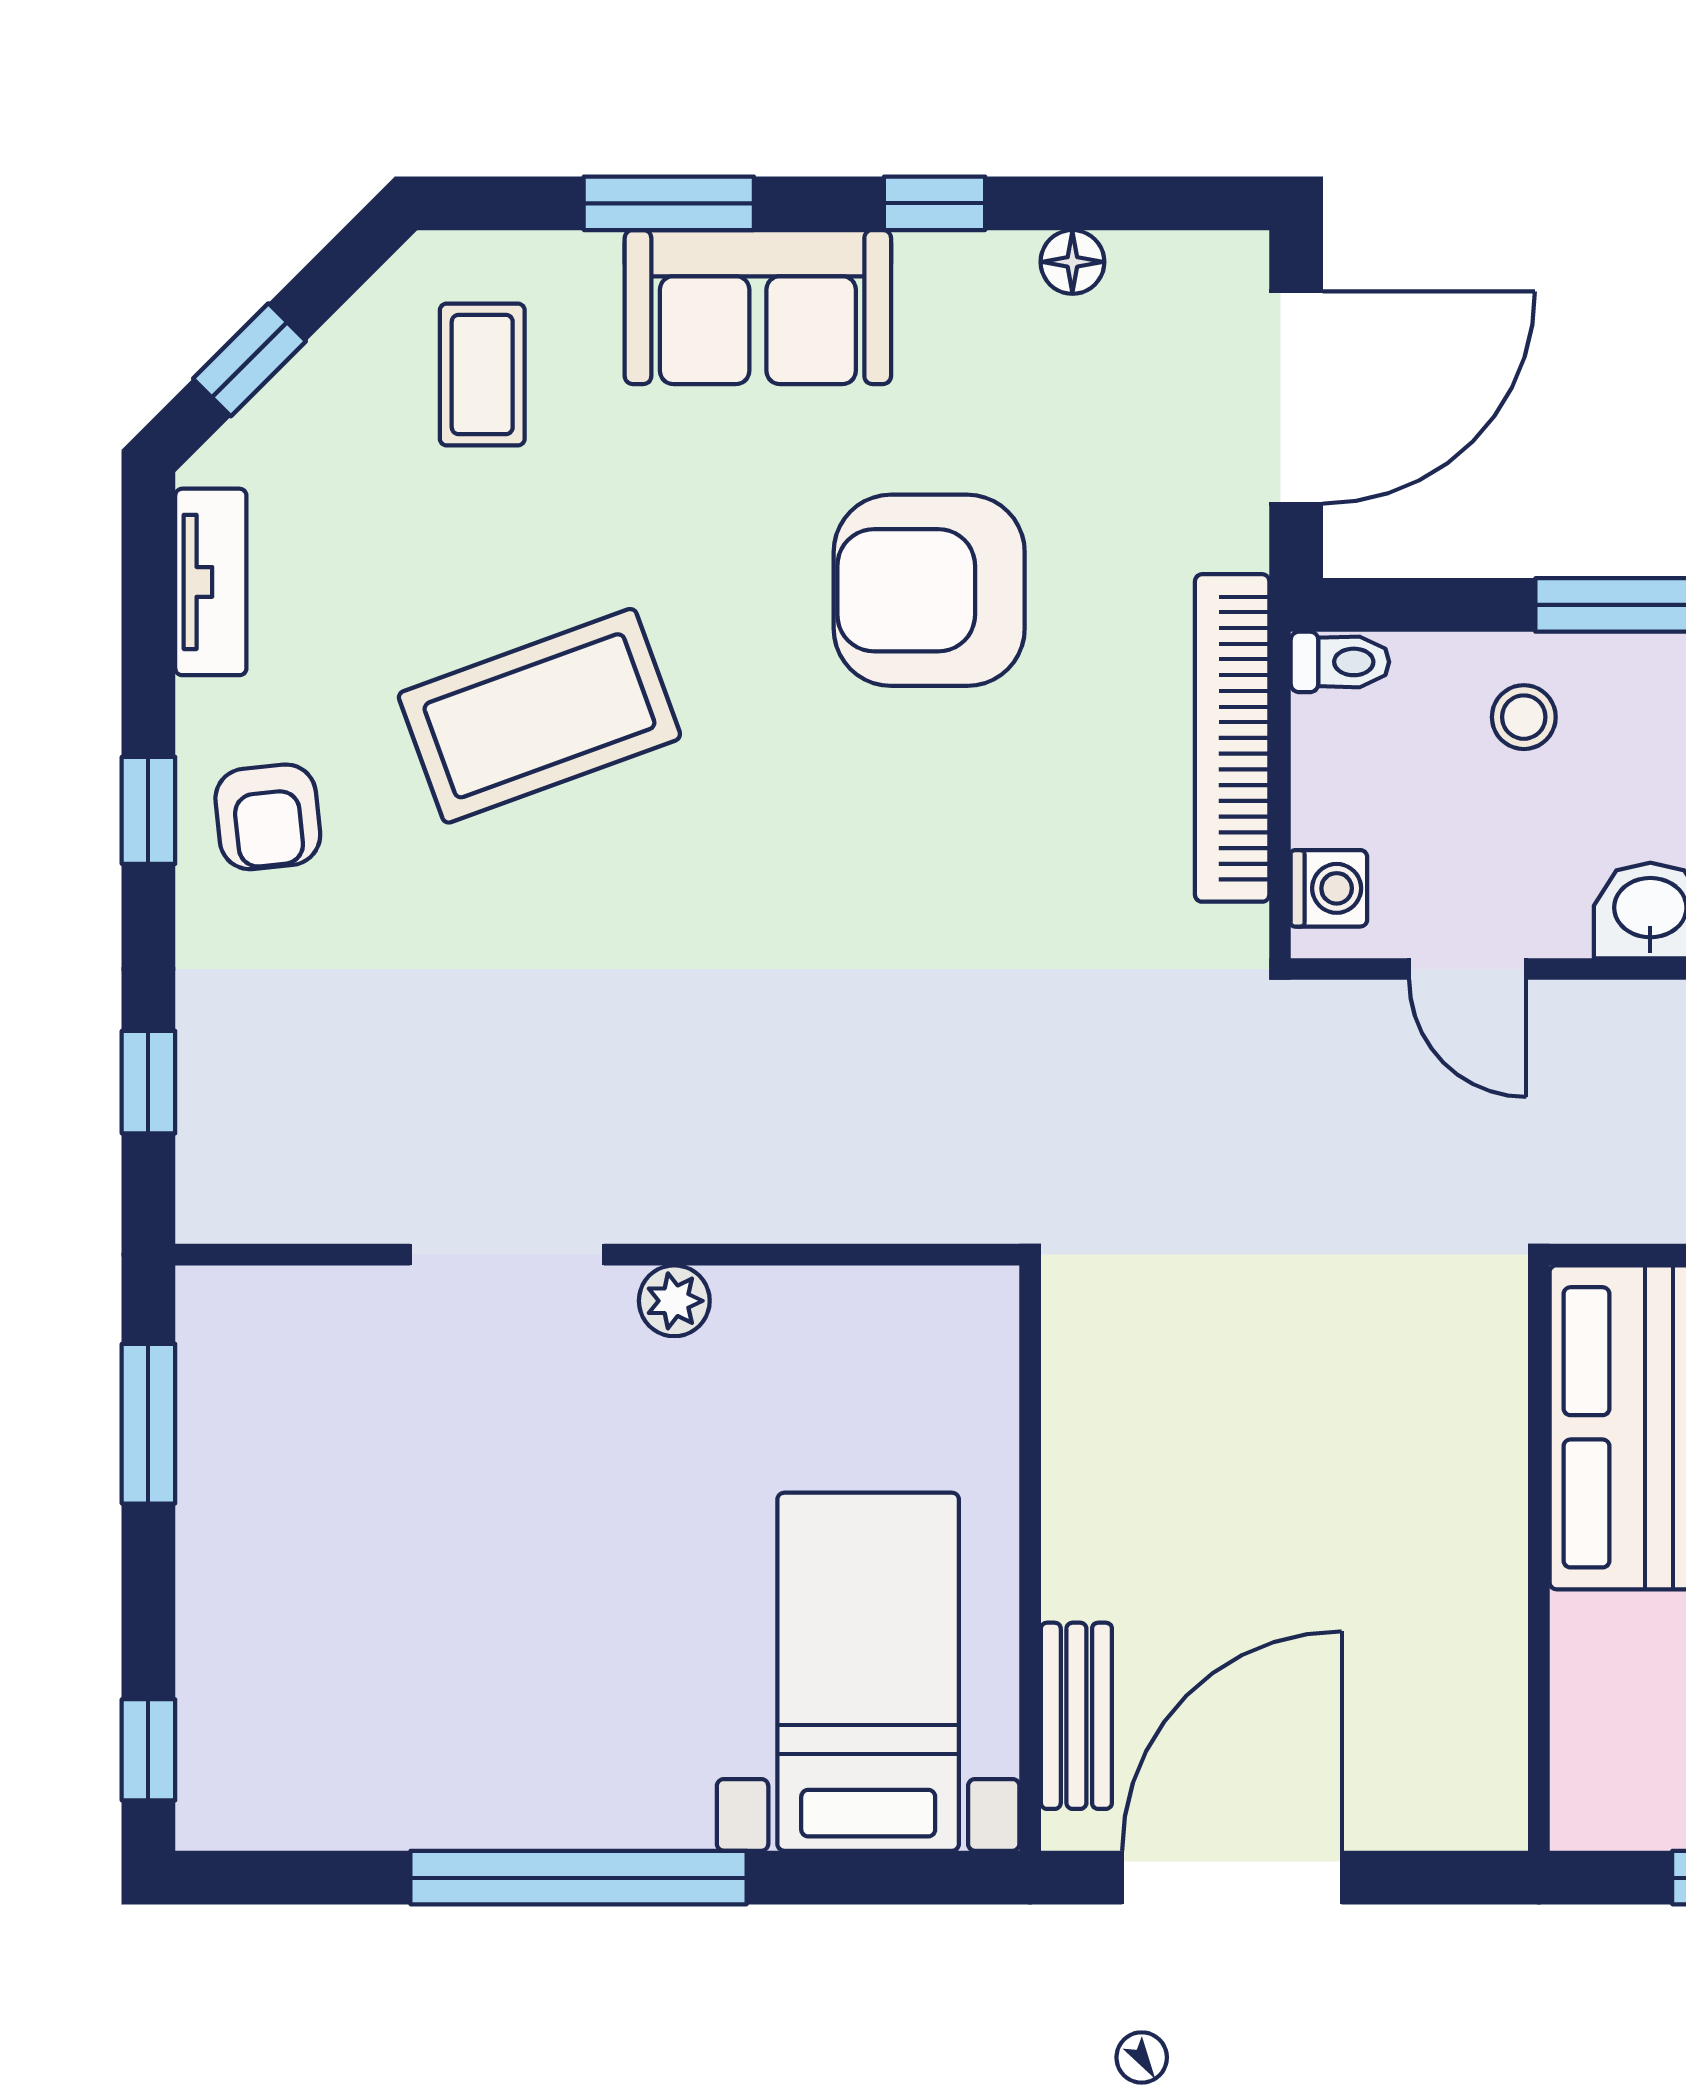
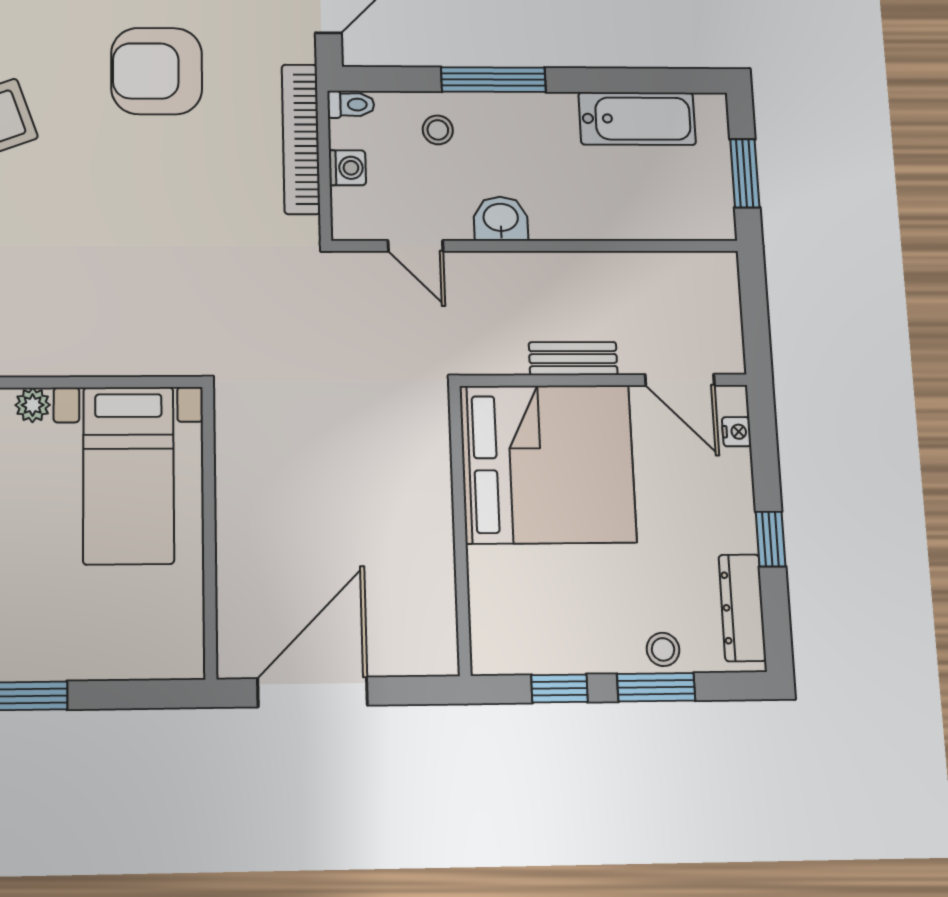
washing machine: (1329, 888) -> (347, 168), moved
bed with nightstands: (868, 1672) -> (128, 475), moved, turned 180
bench: (1076, 1716) -> (233, 610), removed

